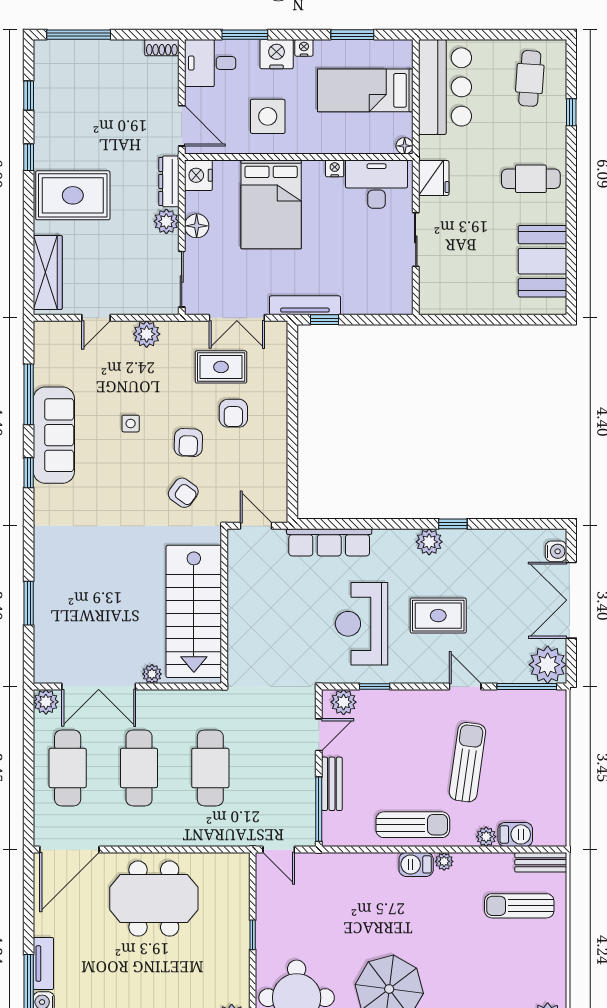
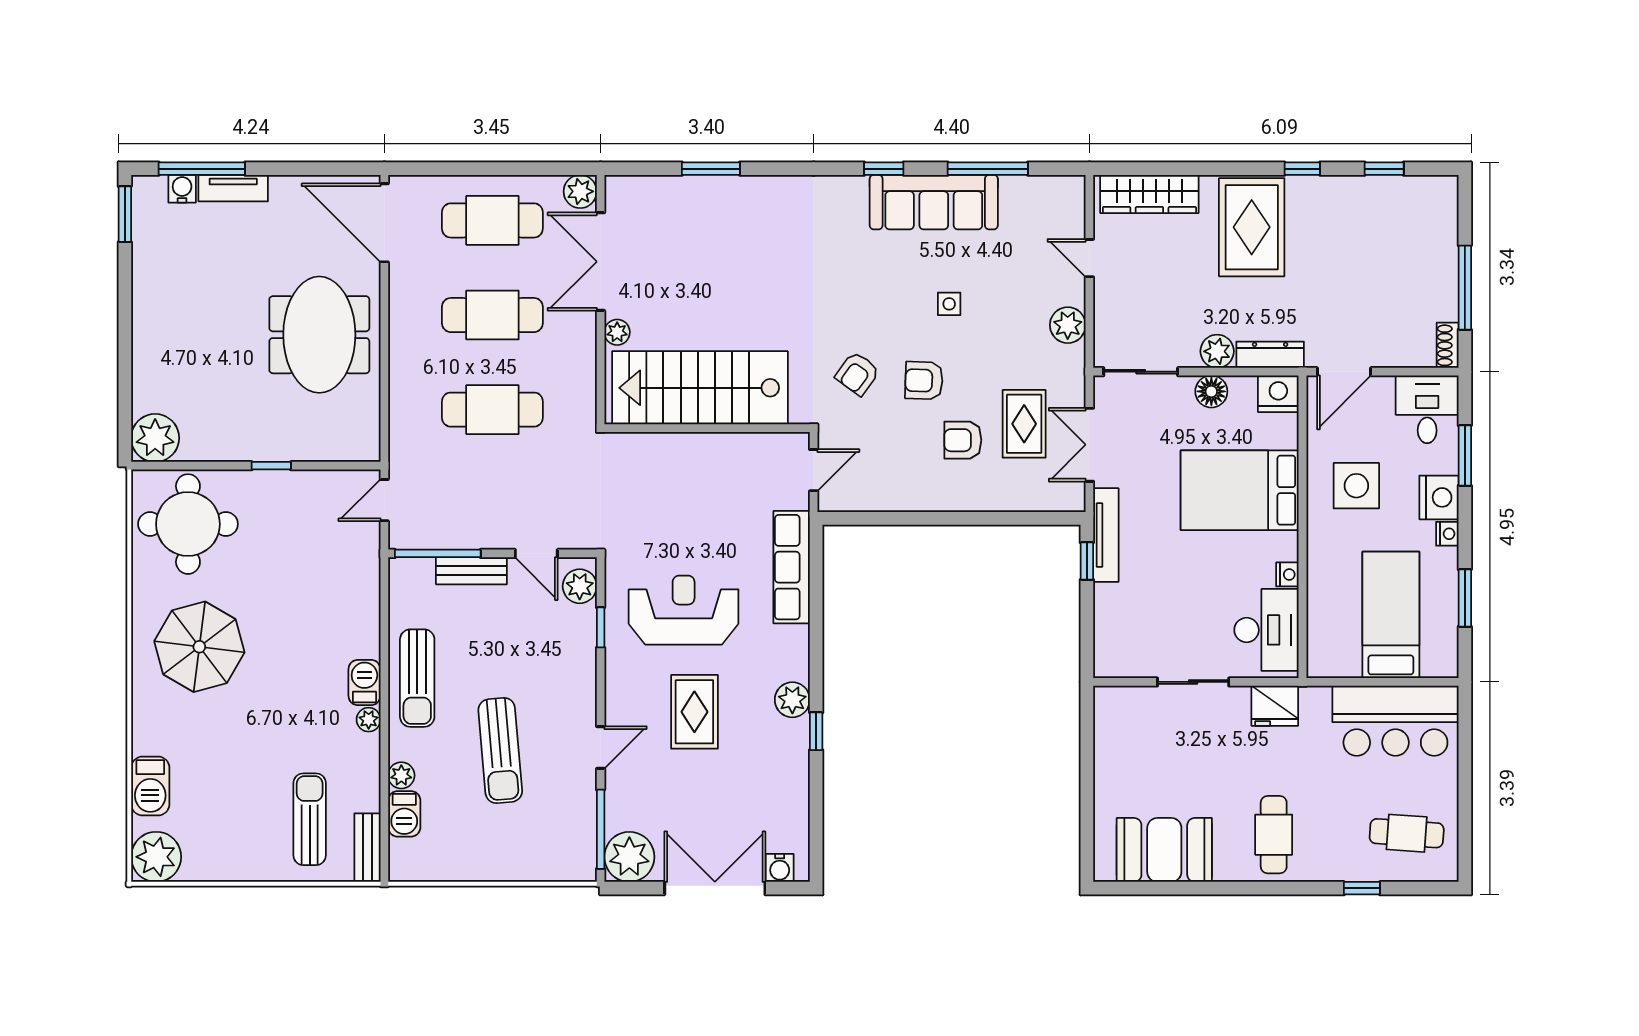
window: (79, 35) -> (1465, 288), moved
floor lamp: (405, 146) -> (1317, 667), removed
sun lounger: (467, 762) -> (500, 751), turned 77

